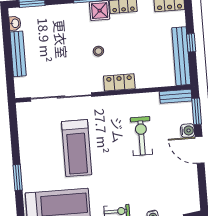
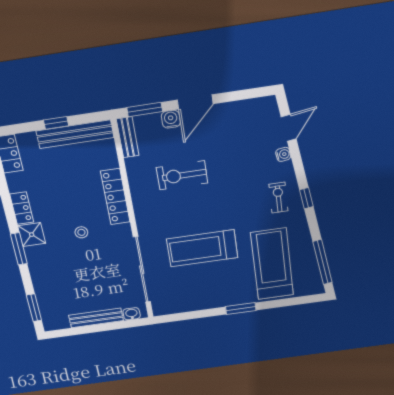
washbasin: (15, 23) -> (132, 314), moved
locker: (119, 82) -> (115, 197), width x1.53
treadmill: (77, 148) -> (202, 248), turned 180

